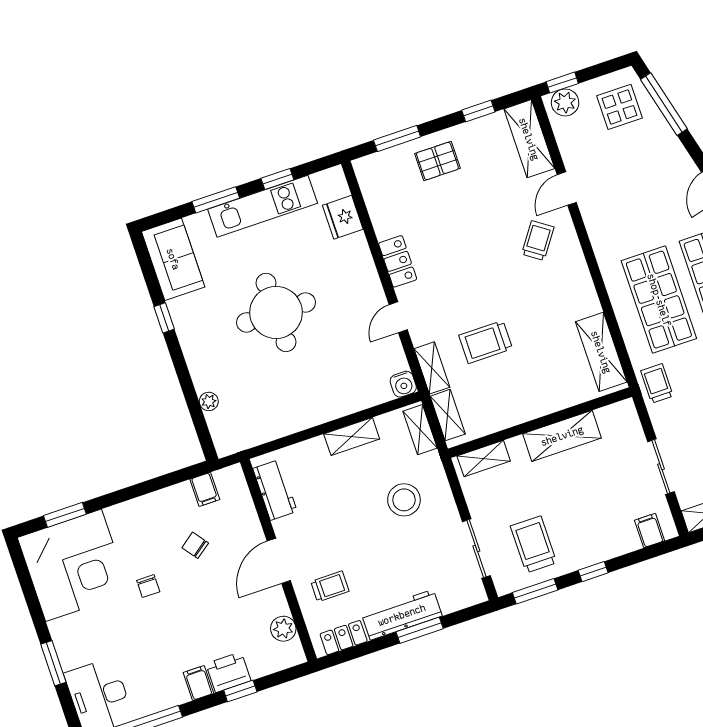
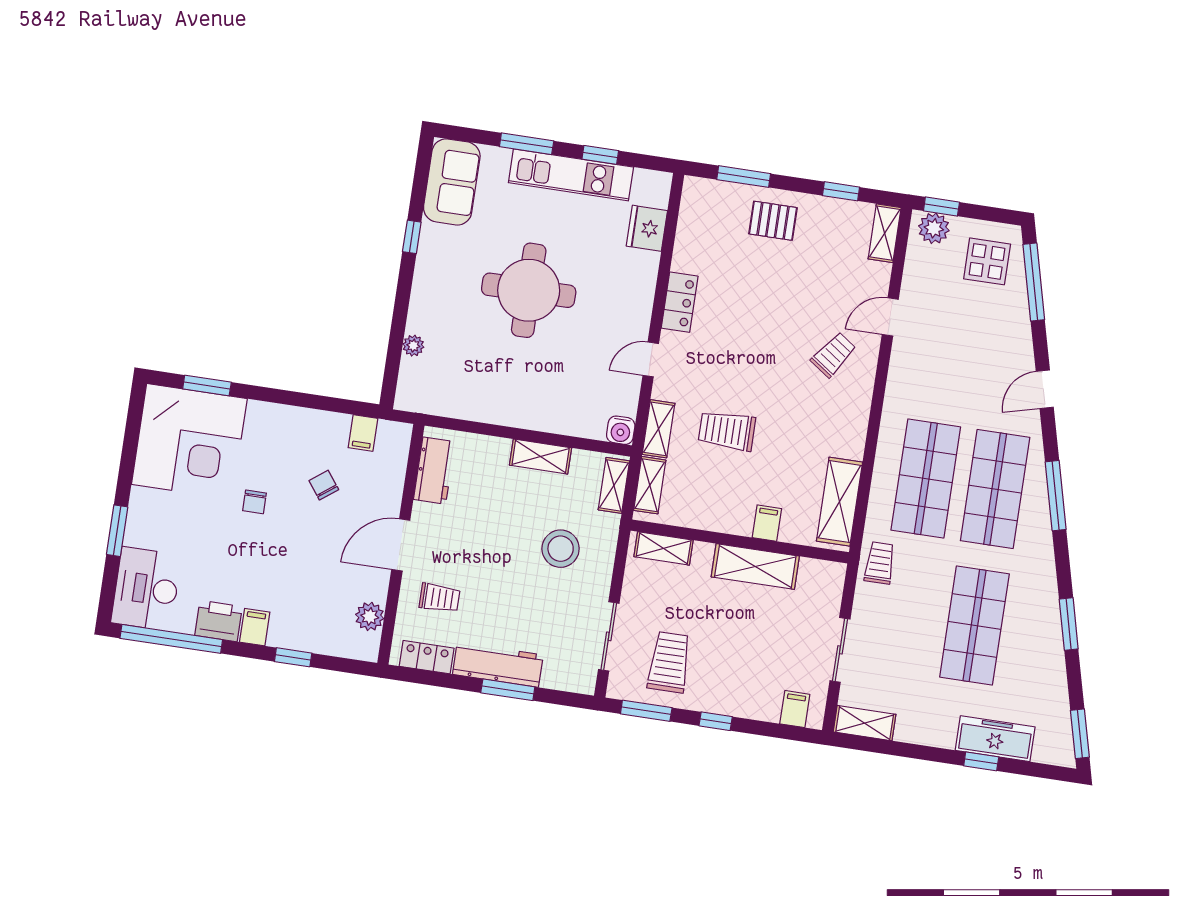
shelving: (529, 139) -> (885, 233), width x0.67, depth x0.75
filing cabinet: (554, 398) -> (767, 523), added
printer: (228, 672) -> (219, 621), moved

